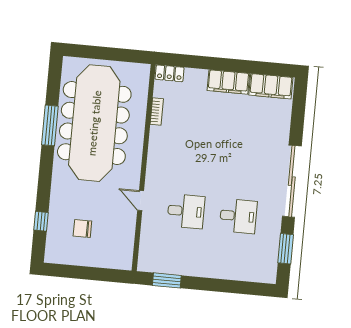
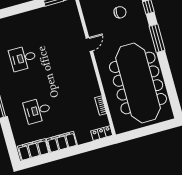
window: (50, 125) -> (157, 38), moved
door: (141, 200) -> (89, 44), hinge flipped
desk: (186, 211) -> (37, 110), moved

